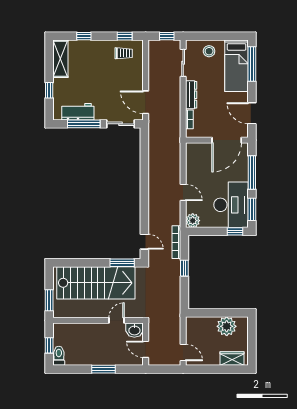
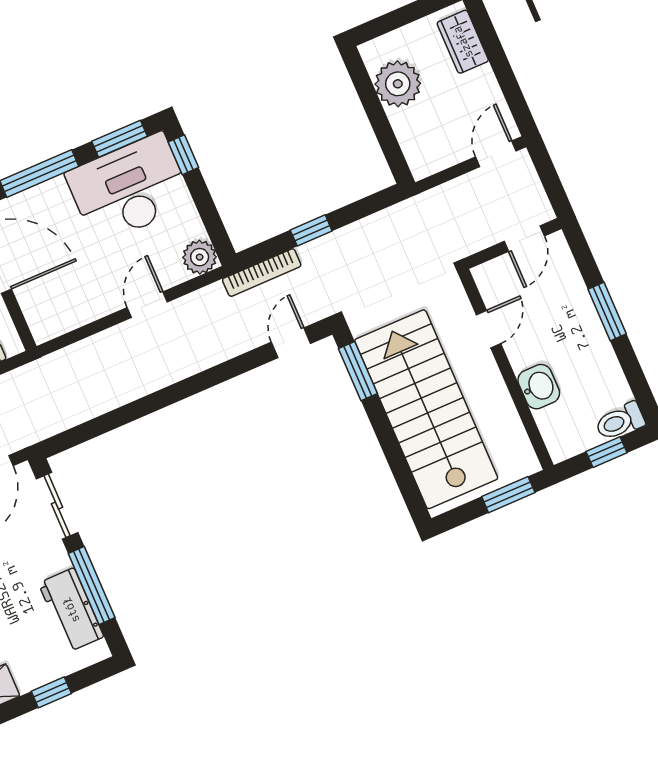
door: (116, 320) -> (489, 329), swing flipped
washbasin: (134, 330) -> (539, 387), moved

